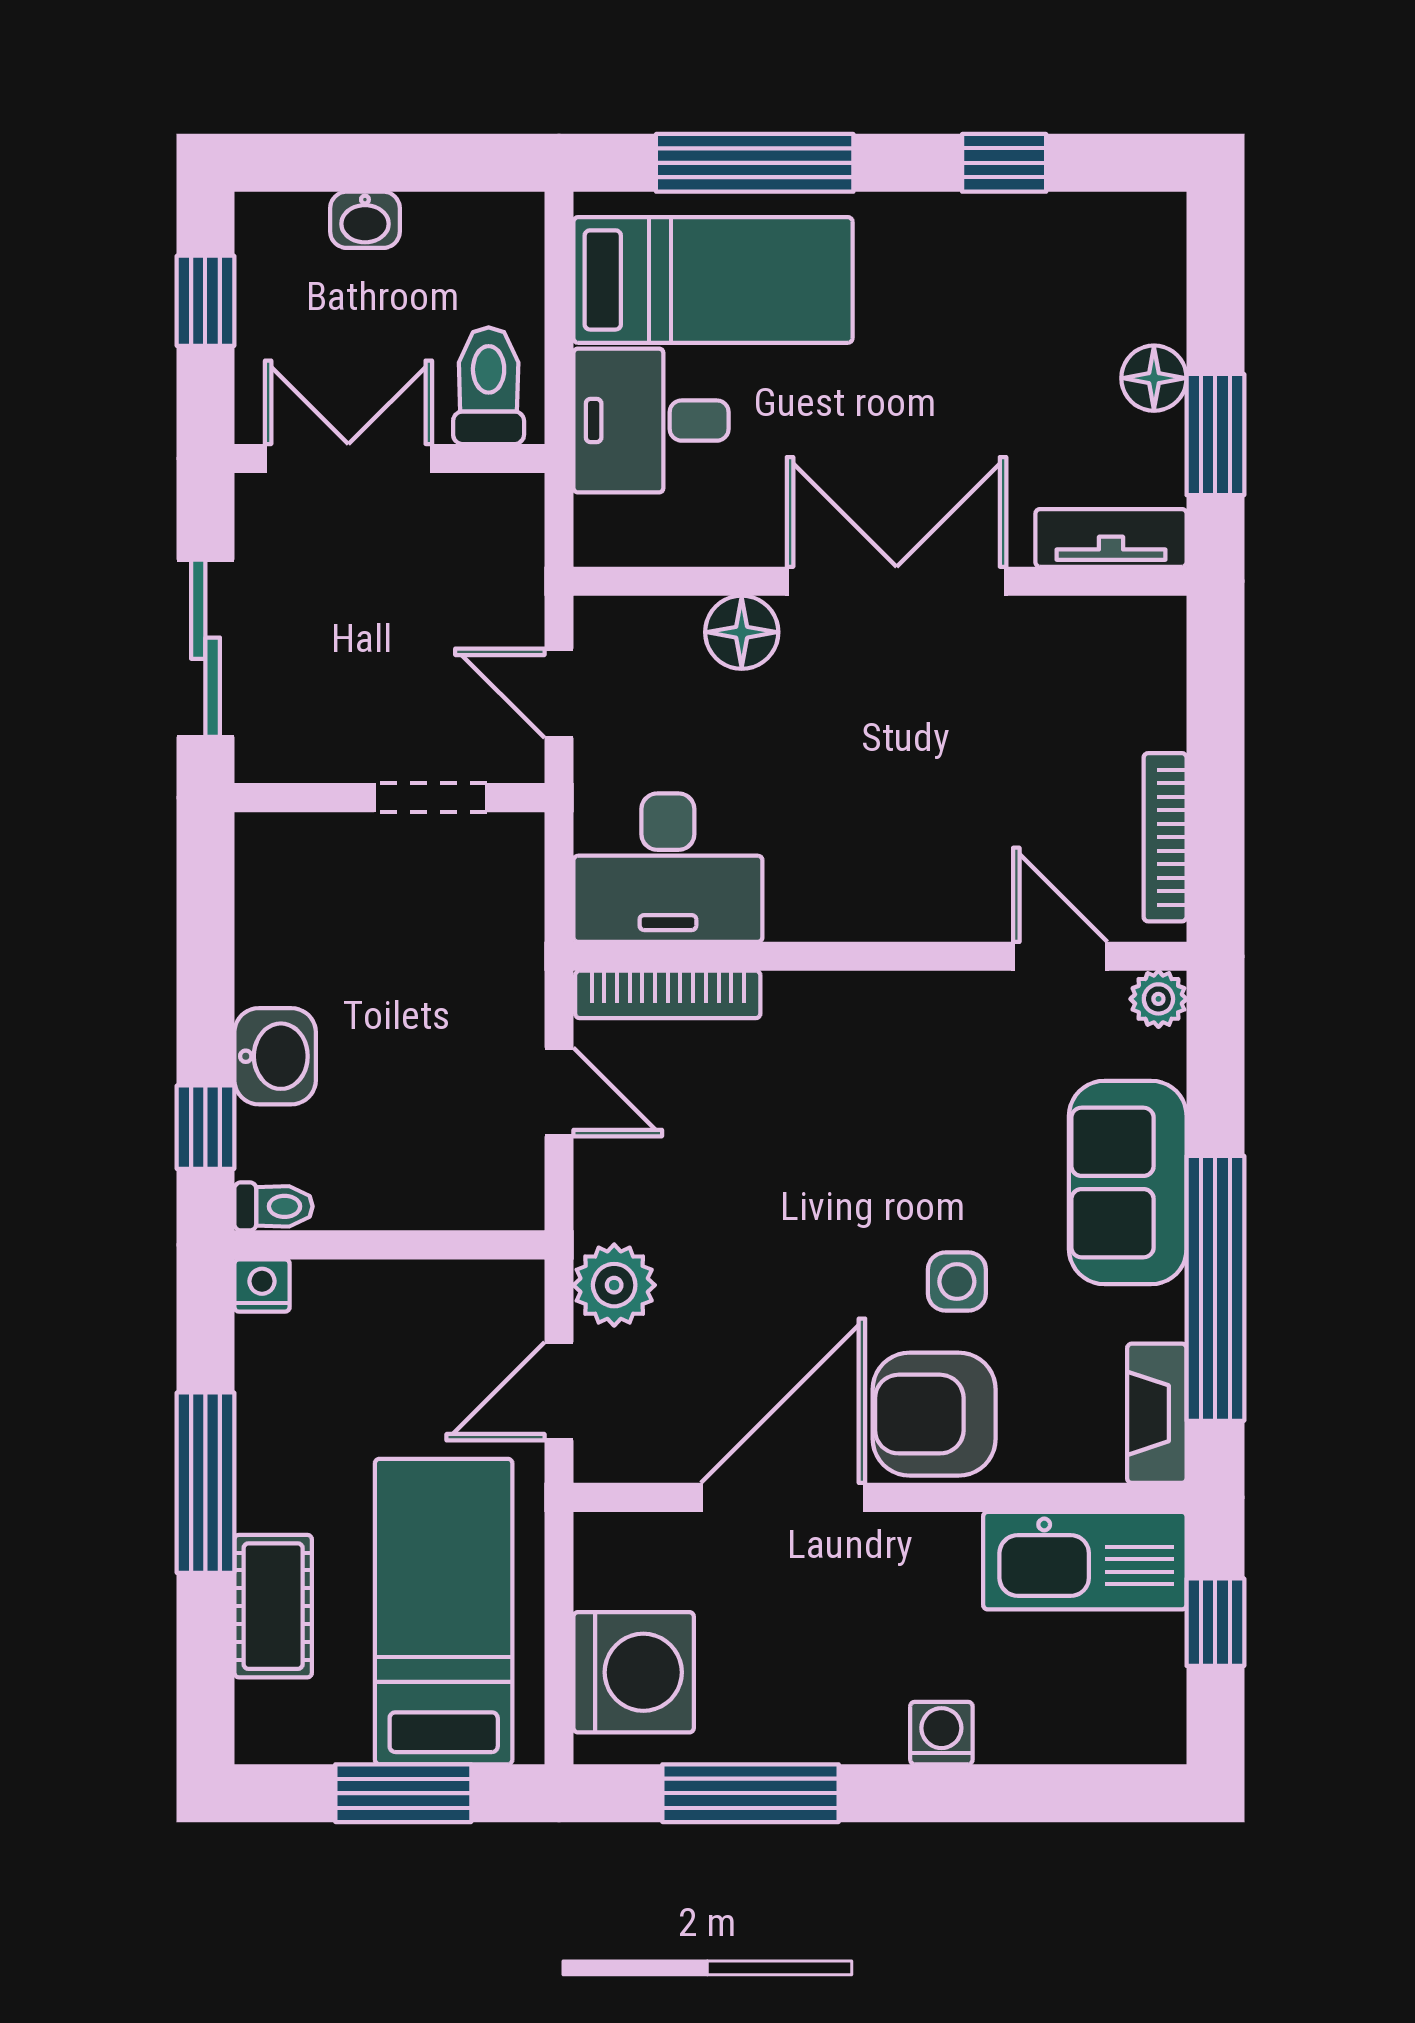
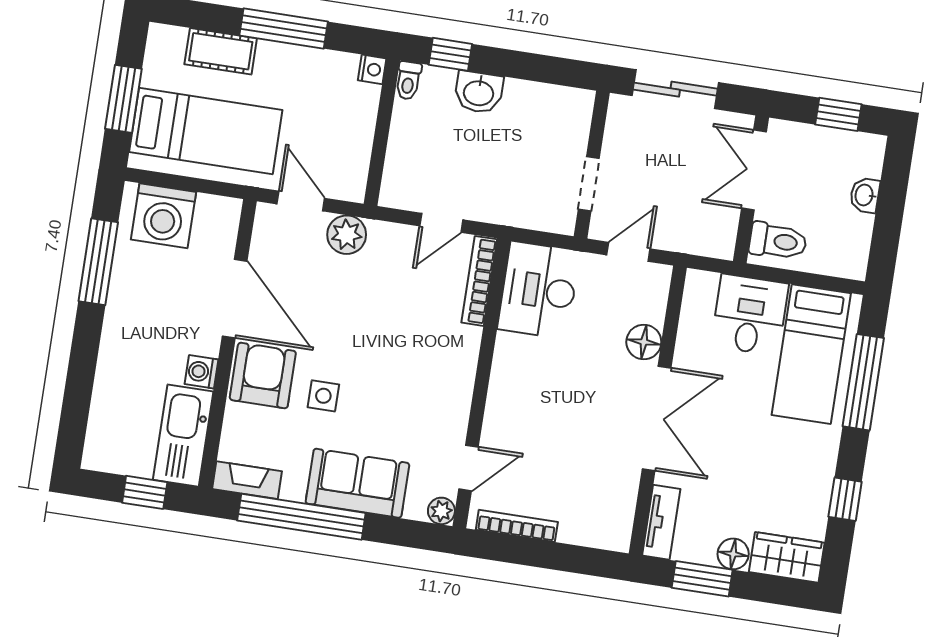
wardrobe: (1144, 266) -> (787, 557), added
double door: (348, 459) -> (754, 170), swing flipped
washing machine: (941, 1733) -> (201, 372), moved, turned 180

